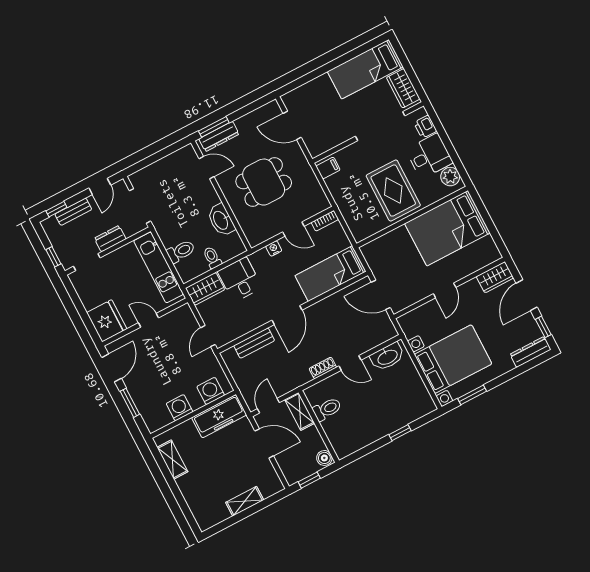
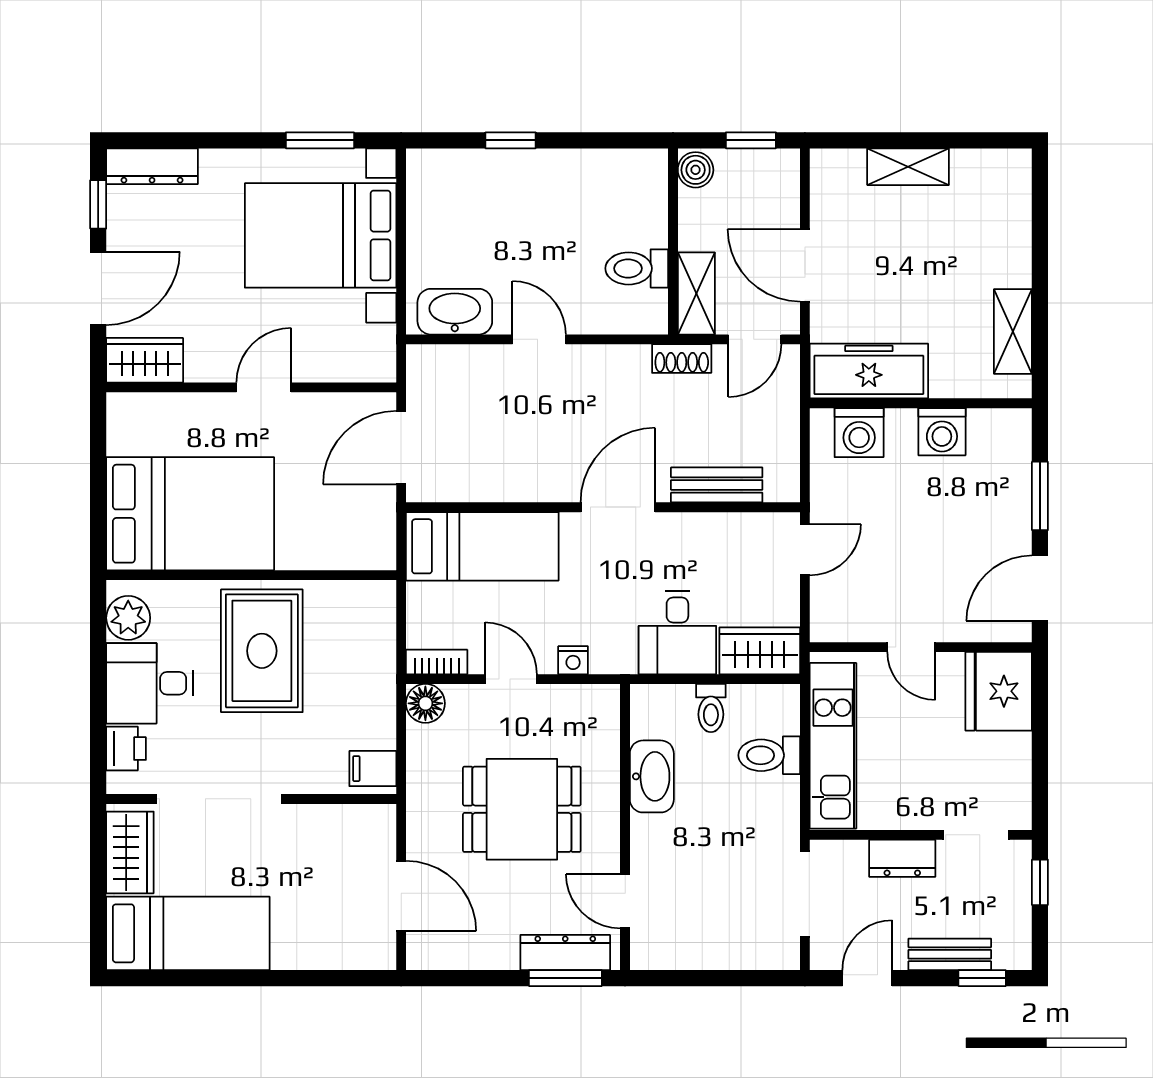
floor lamp: (321, 203) -> (425, 703), added
door: (381, 295) -> (401, 448), swing flipped
shoe rack: (323, 368) -> (682, 359), moved

